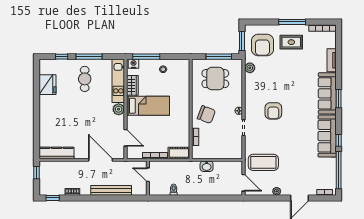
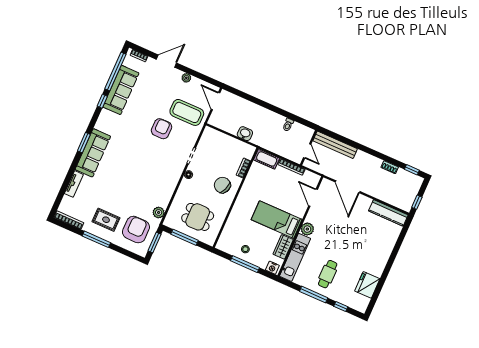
window: (146, 57) -> (245, 264), moved
armchair: (273, 111) -> (161, 129), moved
sofa: (327, 136) -> (121, 90), moved
bench: (111, 190) -> (335, 145), moved

